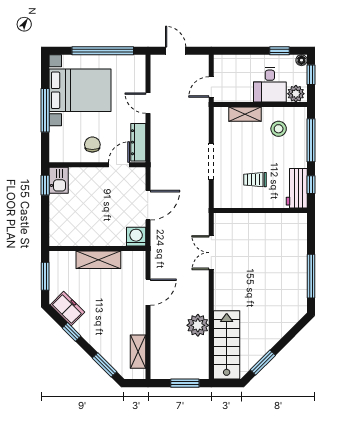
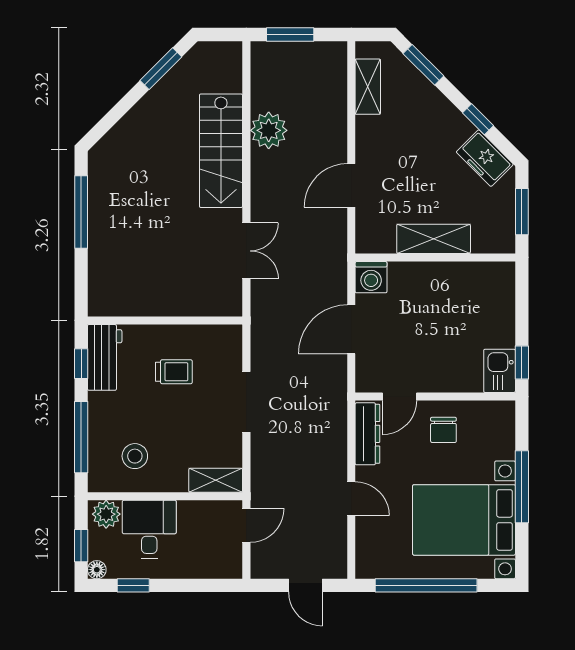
shelving: (245, 114) -> (216, 480), moved
stairs: (227, 345) -> (221, 151), moved

